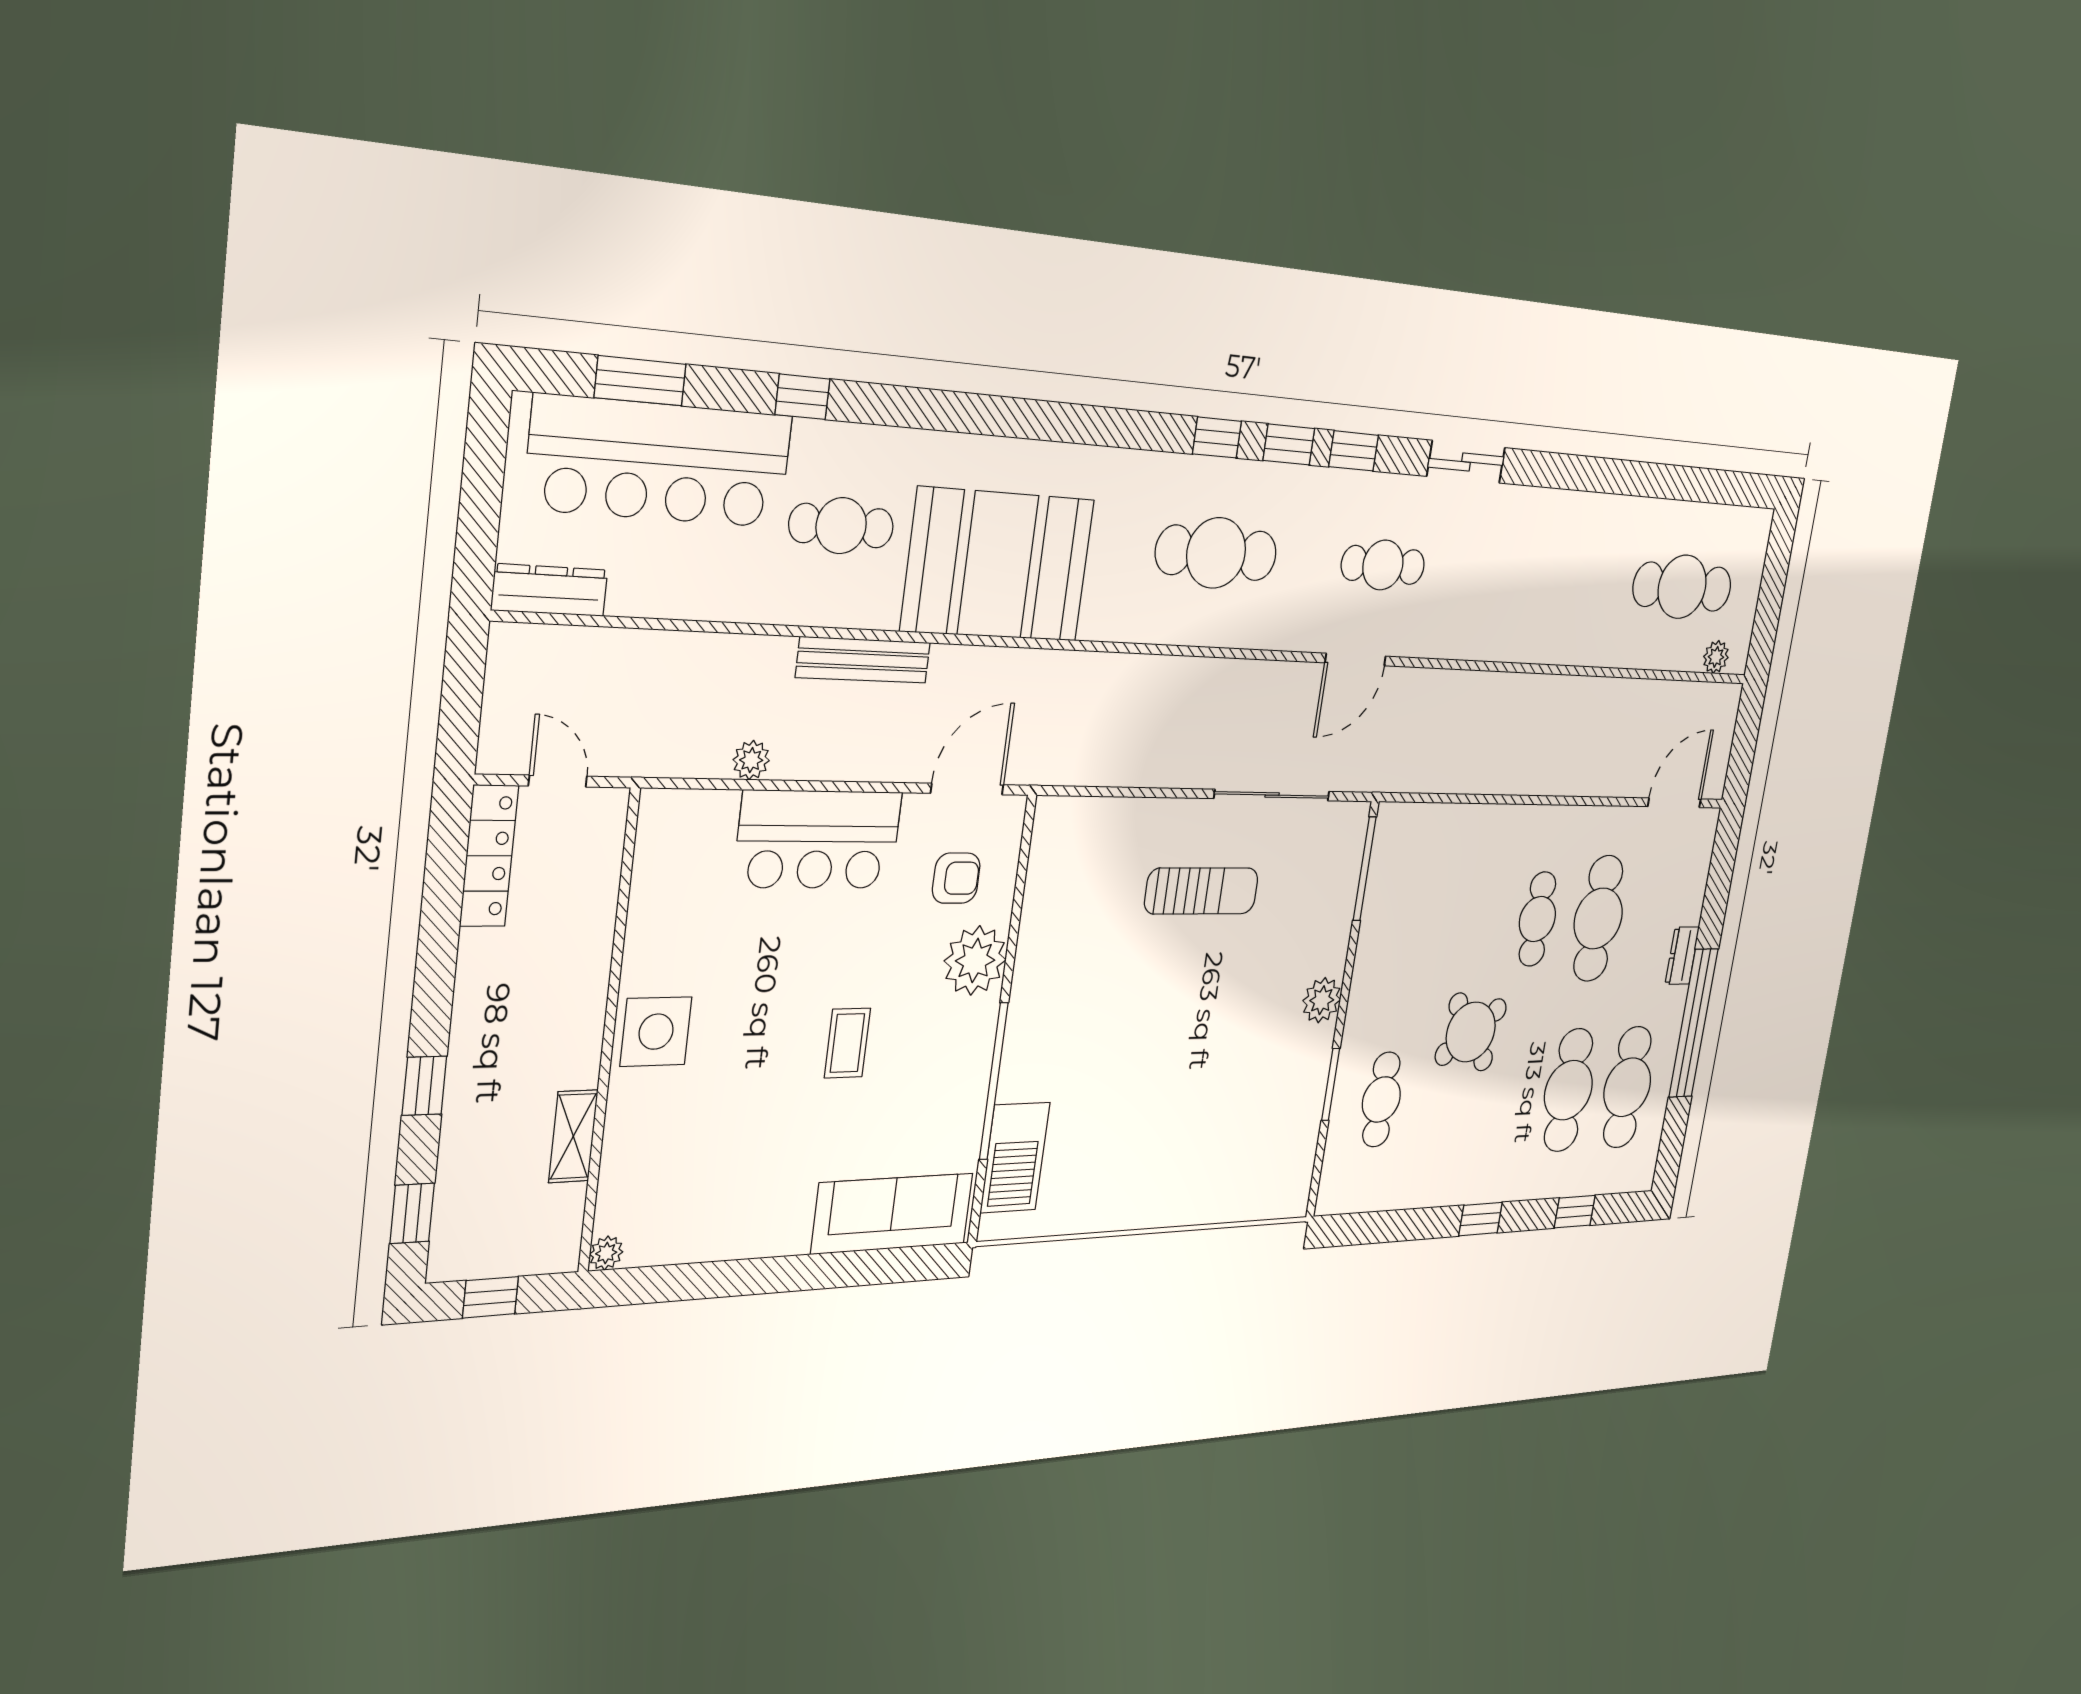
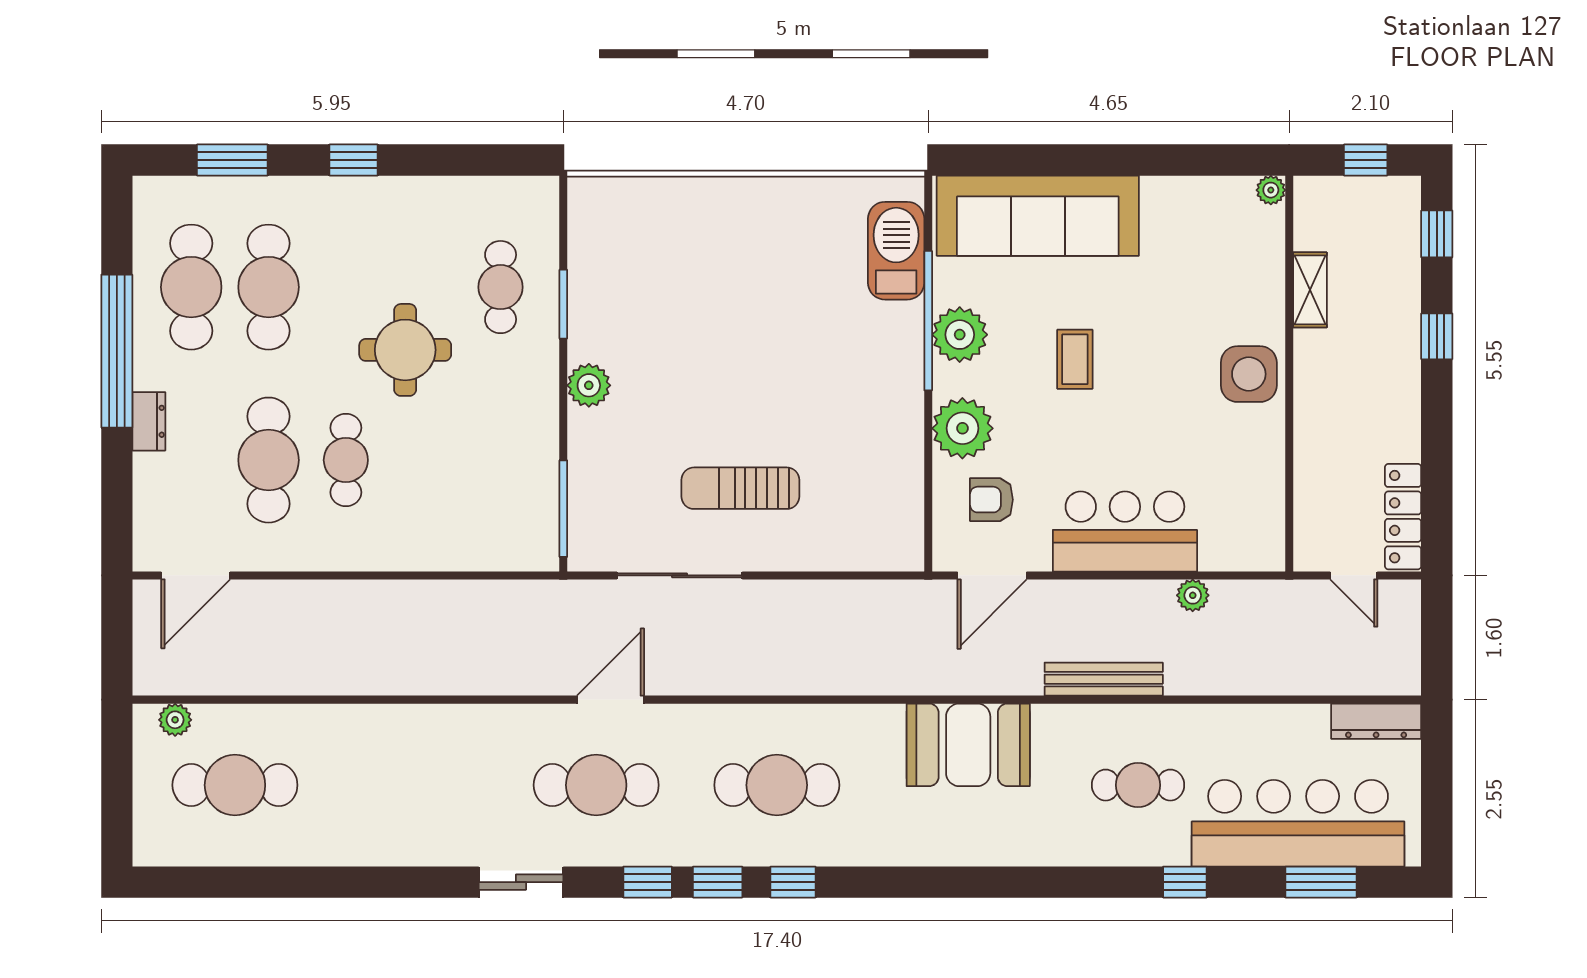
booth: (998, 565) -> (968, 745), width x0.73, depth x0.70
cafe table: (1383, 565) -> (596, 785), width x1.37, depth x1.35
round table: (1471, 1032) -> (405, 350), turned 37
plant: (964, 1067) -> (960, 335), added
window: (1575, 1212) -> (232, 160), width x1.50
sofa: (892, 1213) -> (1038, 216), width x1.36, depth x1.27

